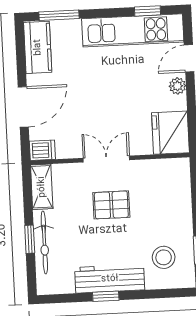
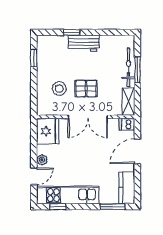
double door: (106, 159) -> (88, 117), width x1.37
window: (30, 239) -> (137, 70), width x1.50
stool: (164, 257) -> (59, 89), moved
workbench: (110, 279) -> (84, 43), width x0.73
window: (106, 296) -> (72, 32), moved

